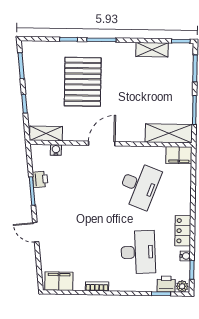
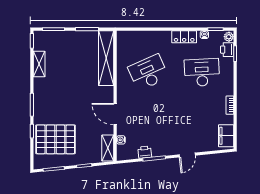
pallet: (83, 82) -> (55, 139), moved
shelving: (169, 133) -> (106, 58), width x1.47
door: (102, 143) -> (115, 114), moved
filing cabinet: (179, 155) -> (123, 41), removed
desk: (139, 185) -> (148, 72), turned -45

